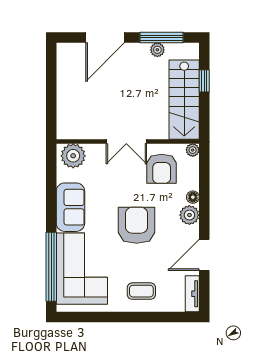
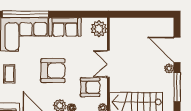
plant: (157, 50) -> (169, 69), moved
armchair: (162, 169) -> (90, 87), turned 180

